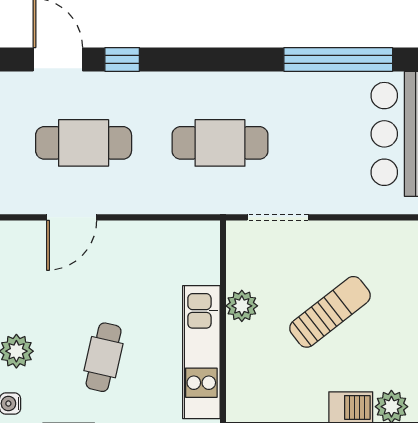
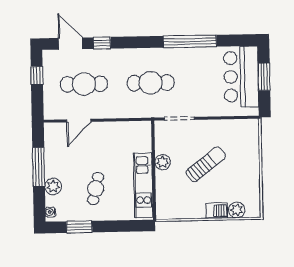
window: (338, 59) -> (190, 41), moved

